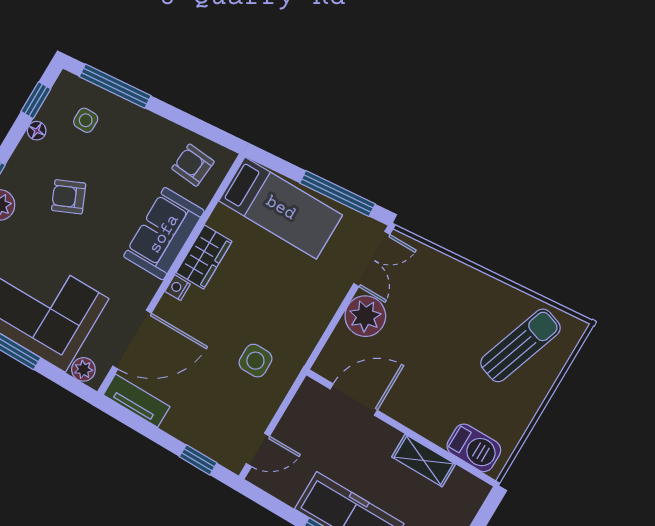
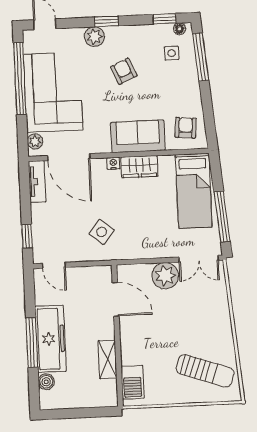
floor lamp: (37, 131) -> (180, 29), moved
side table: (255, 361) -> (102, 232), turned 38

